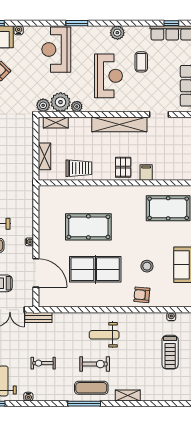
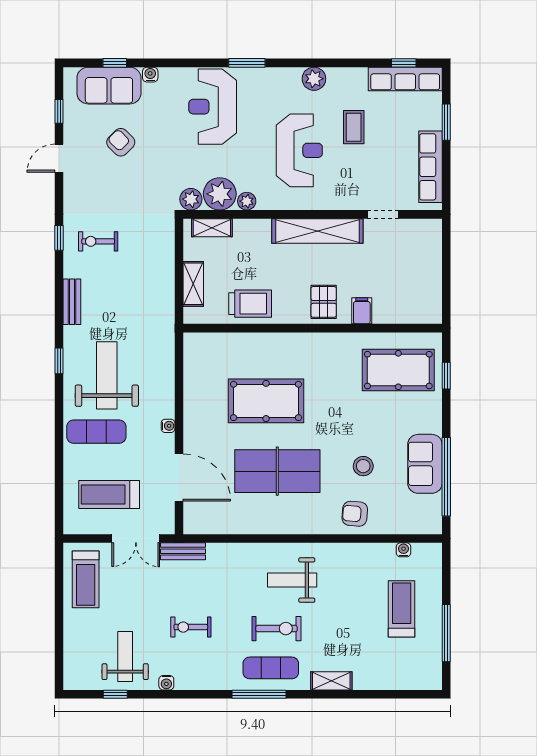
treadmill: (170, 352) -> (402, 609), turned 180

